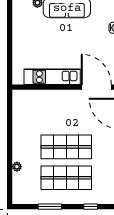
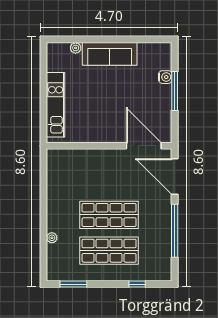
kitchen unit: (52, 77) -> (56, 105), moved, turned 90
window: (50, 207) -> (73, 284), moved

